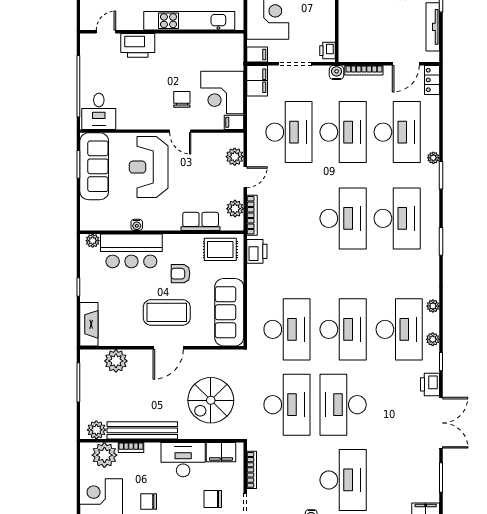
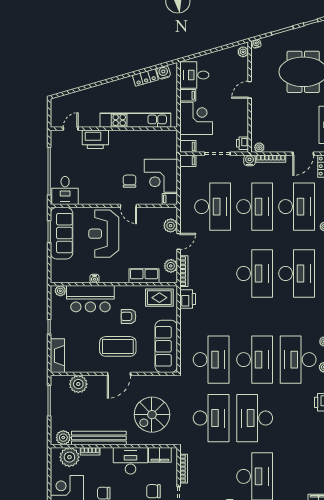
plant: (349, 56) -> (259, 147), added
filing cabinet: (257, 81) -> (188, 161), width x0.50
desk: (399, 329) -> (298, 360), turned 180

